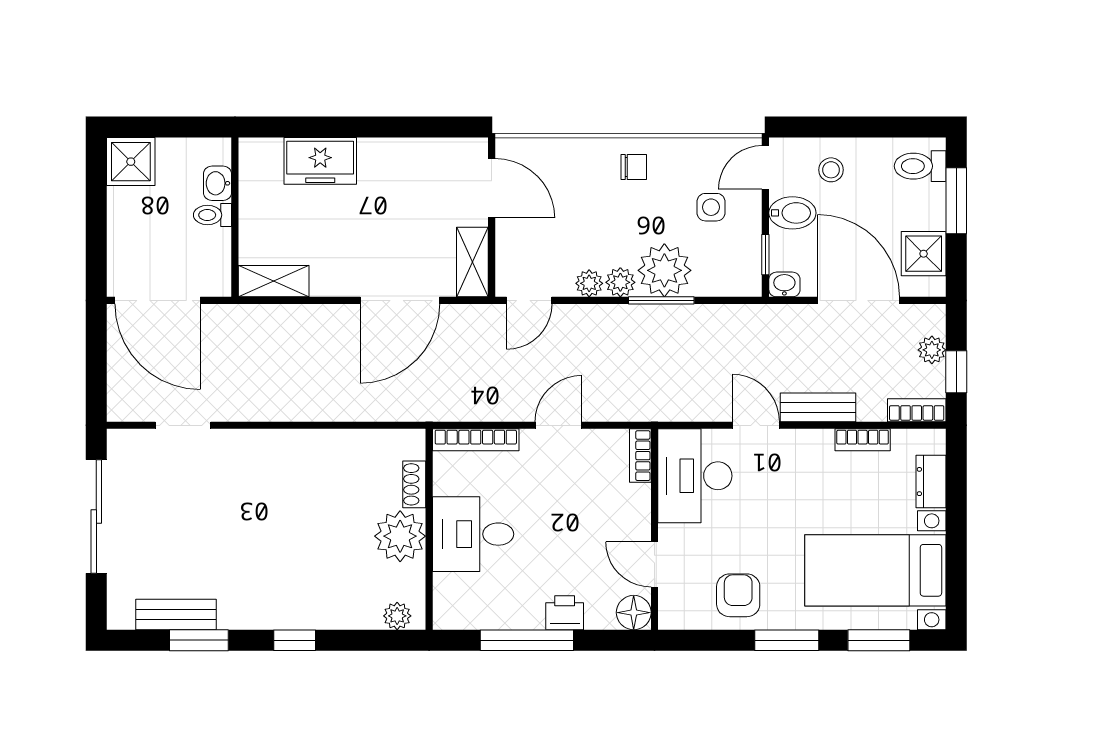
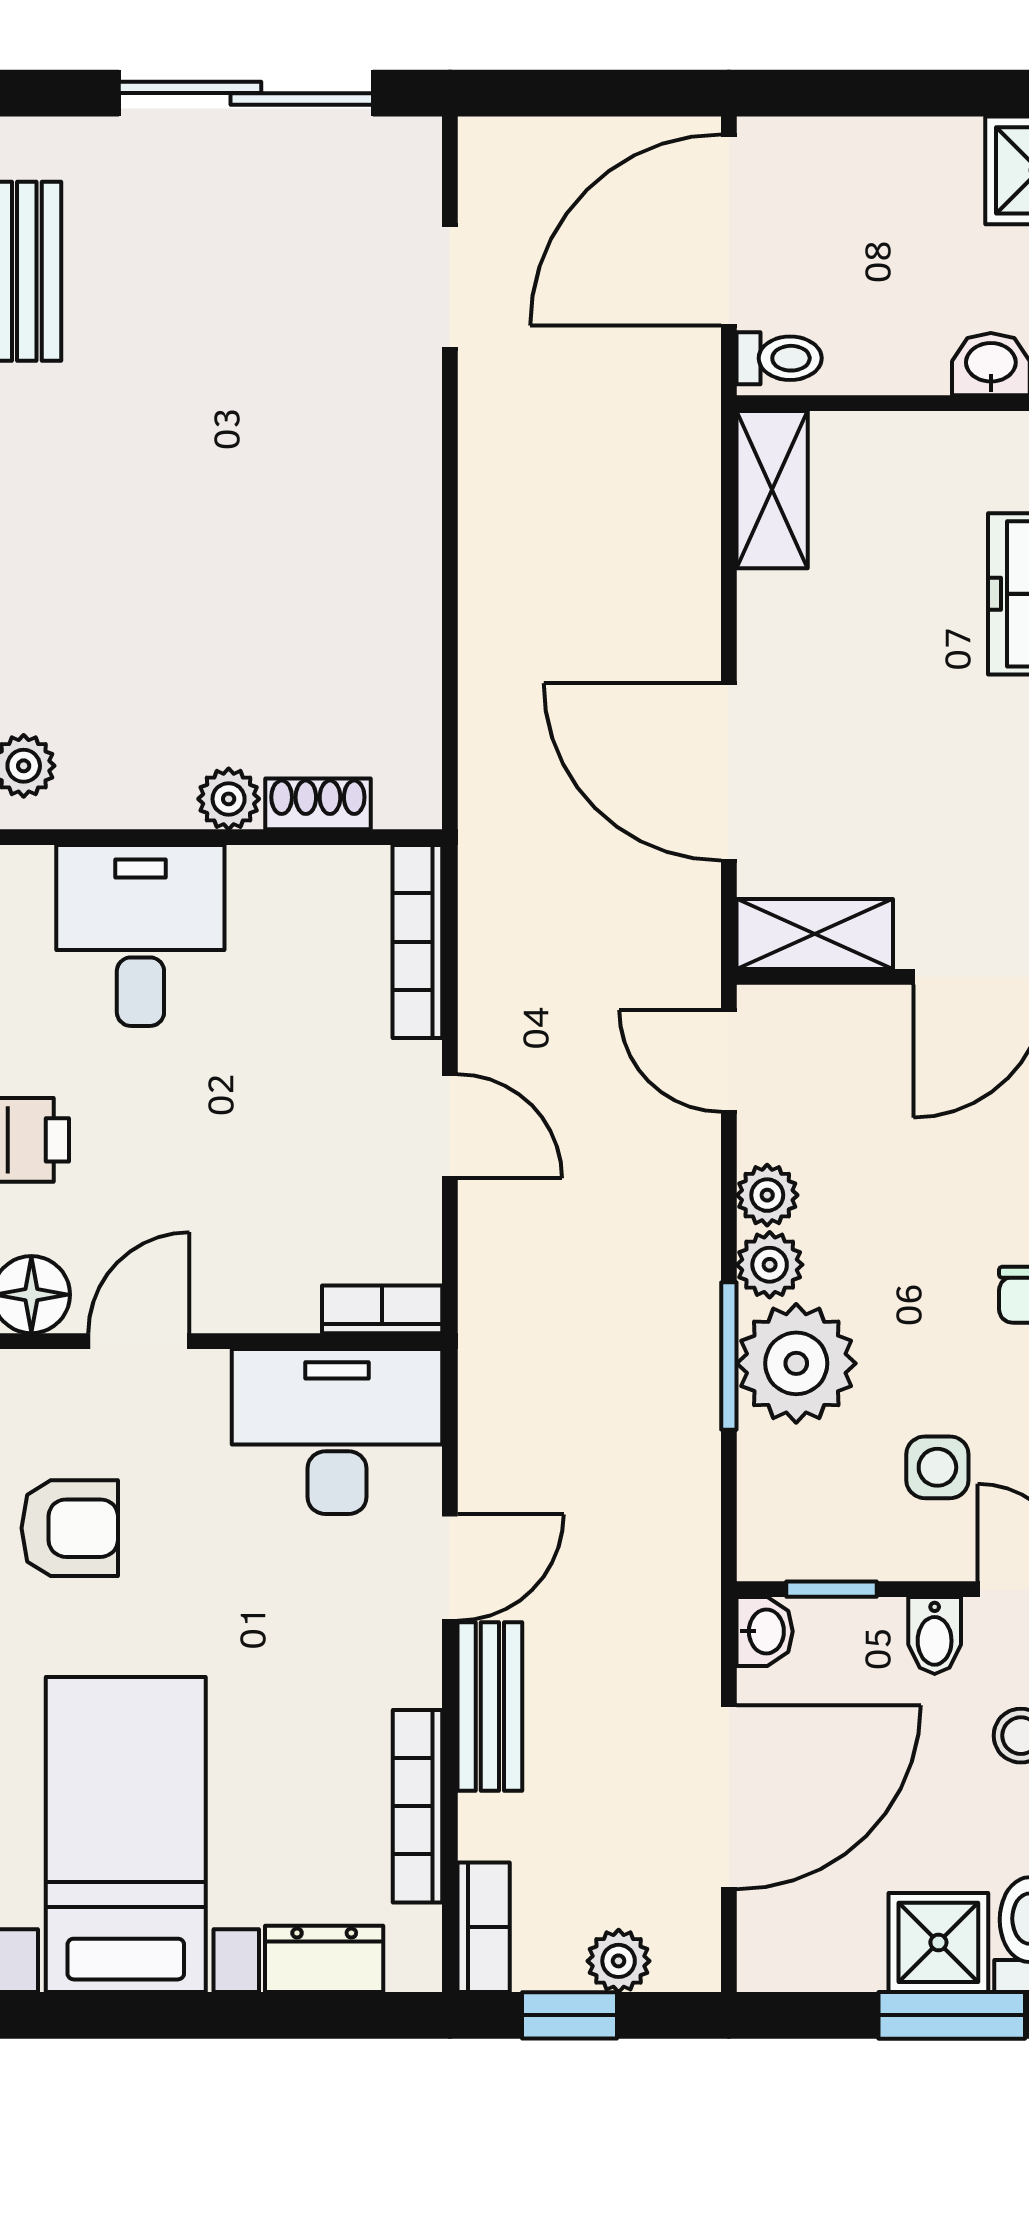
bidet: (792, 213) -> (935, 1635), width x0.72, depth x0.74
toilet: (213, 215) -> (779, 358), moved, turned 90
shower: (924, 254) -> (938, 1942), moved
bookcase: (863, 440) -> (418, 1806), width x1.56
desk: (473, 534) -> (140, 936), moved
plant: (400, 536) -> (229, 799), width x0.53, depth x0.53

